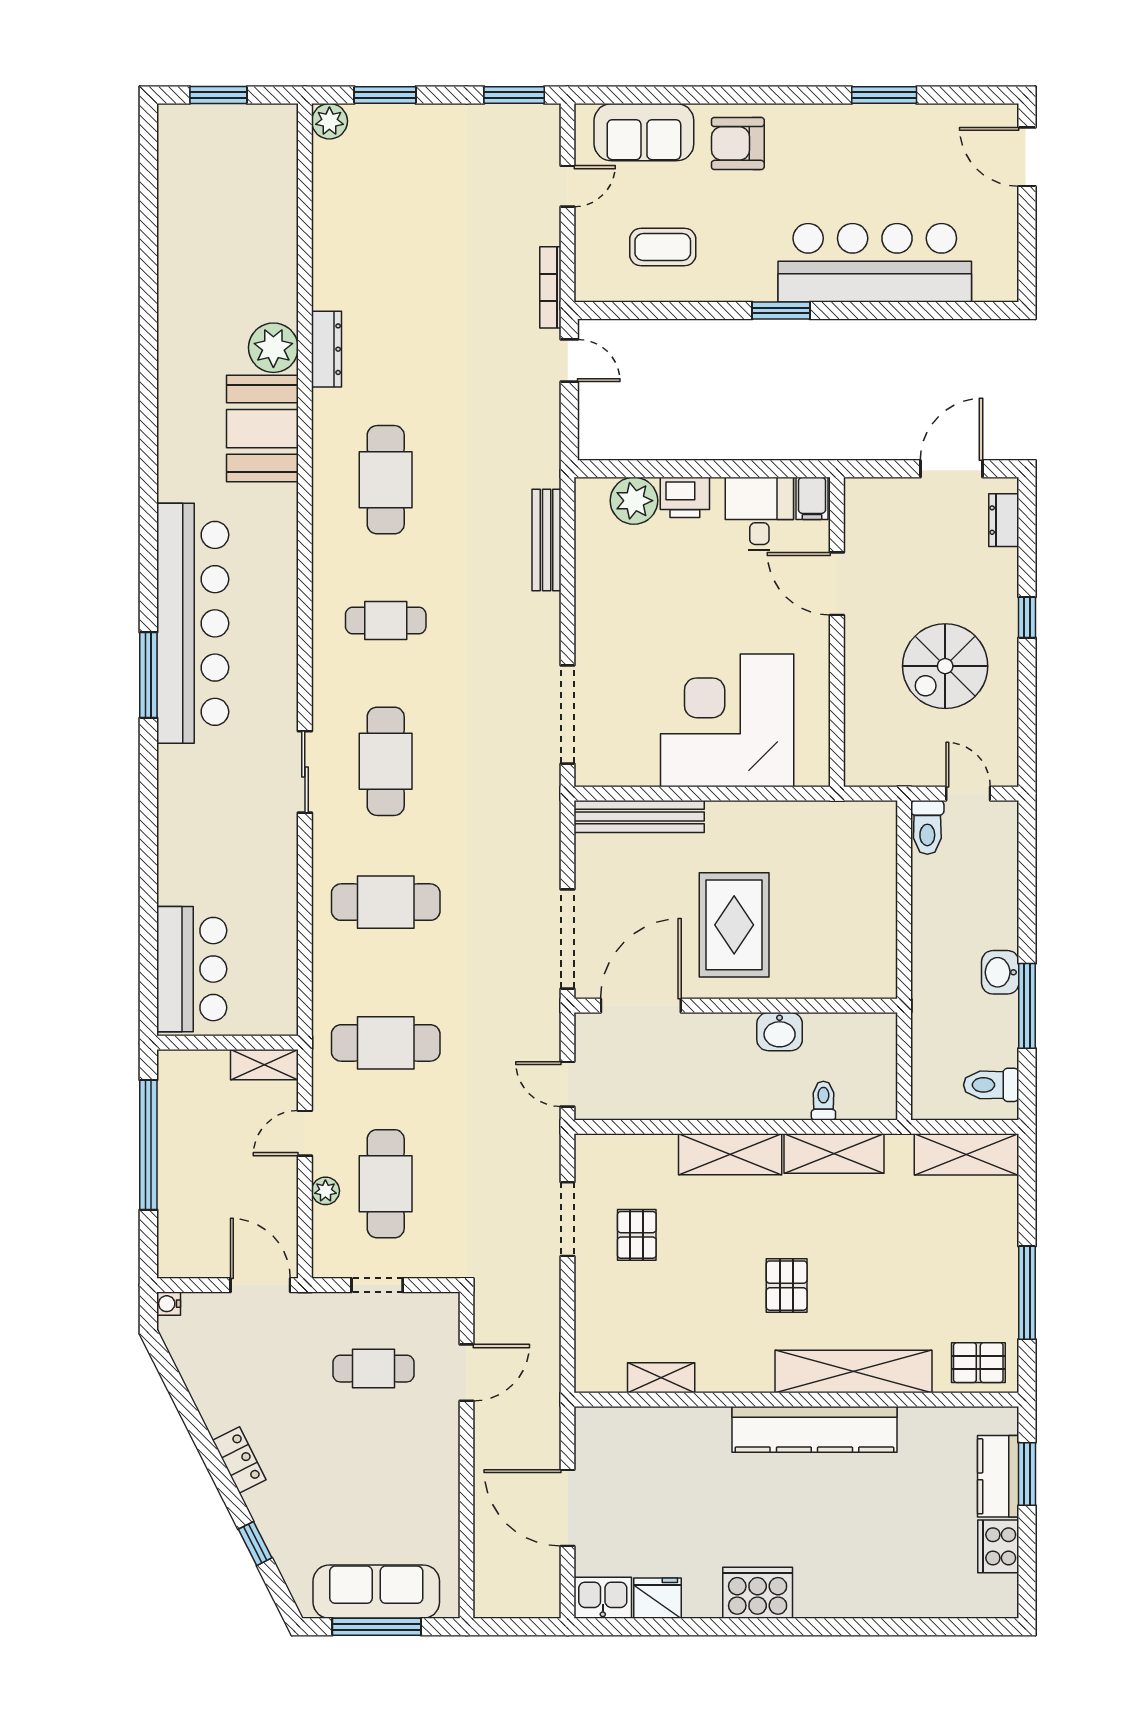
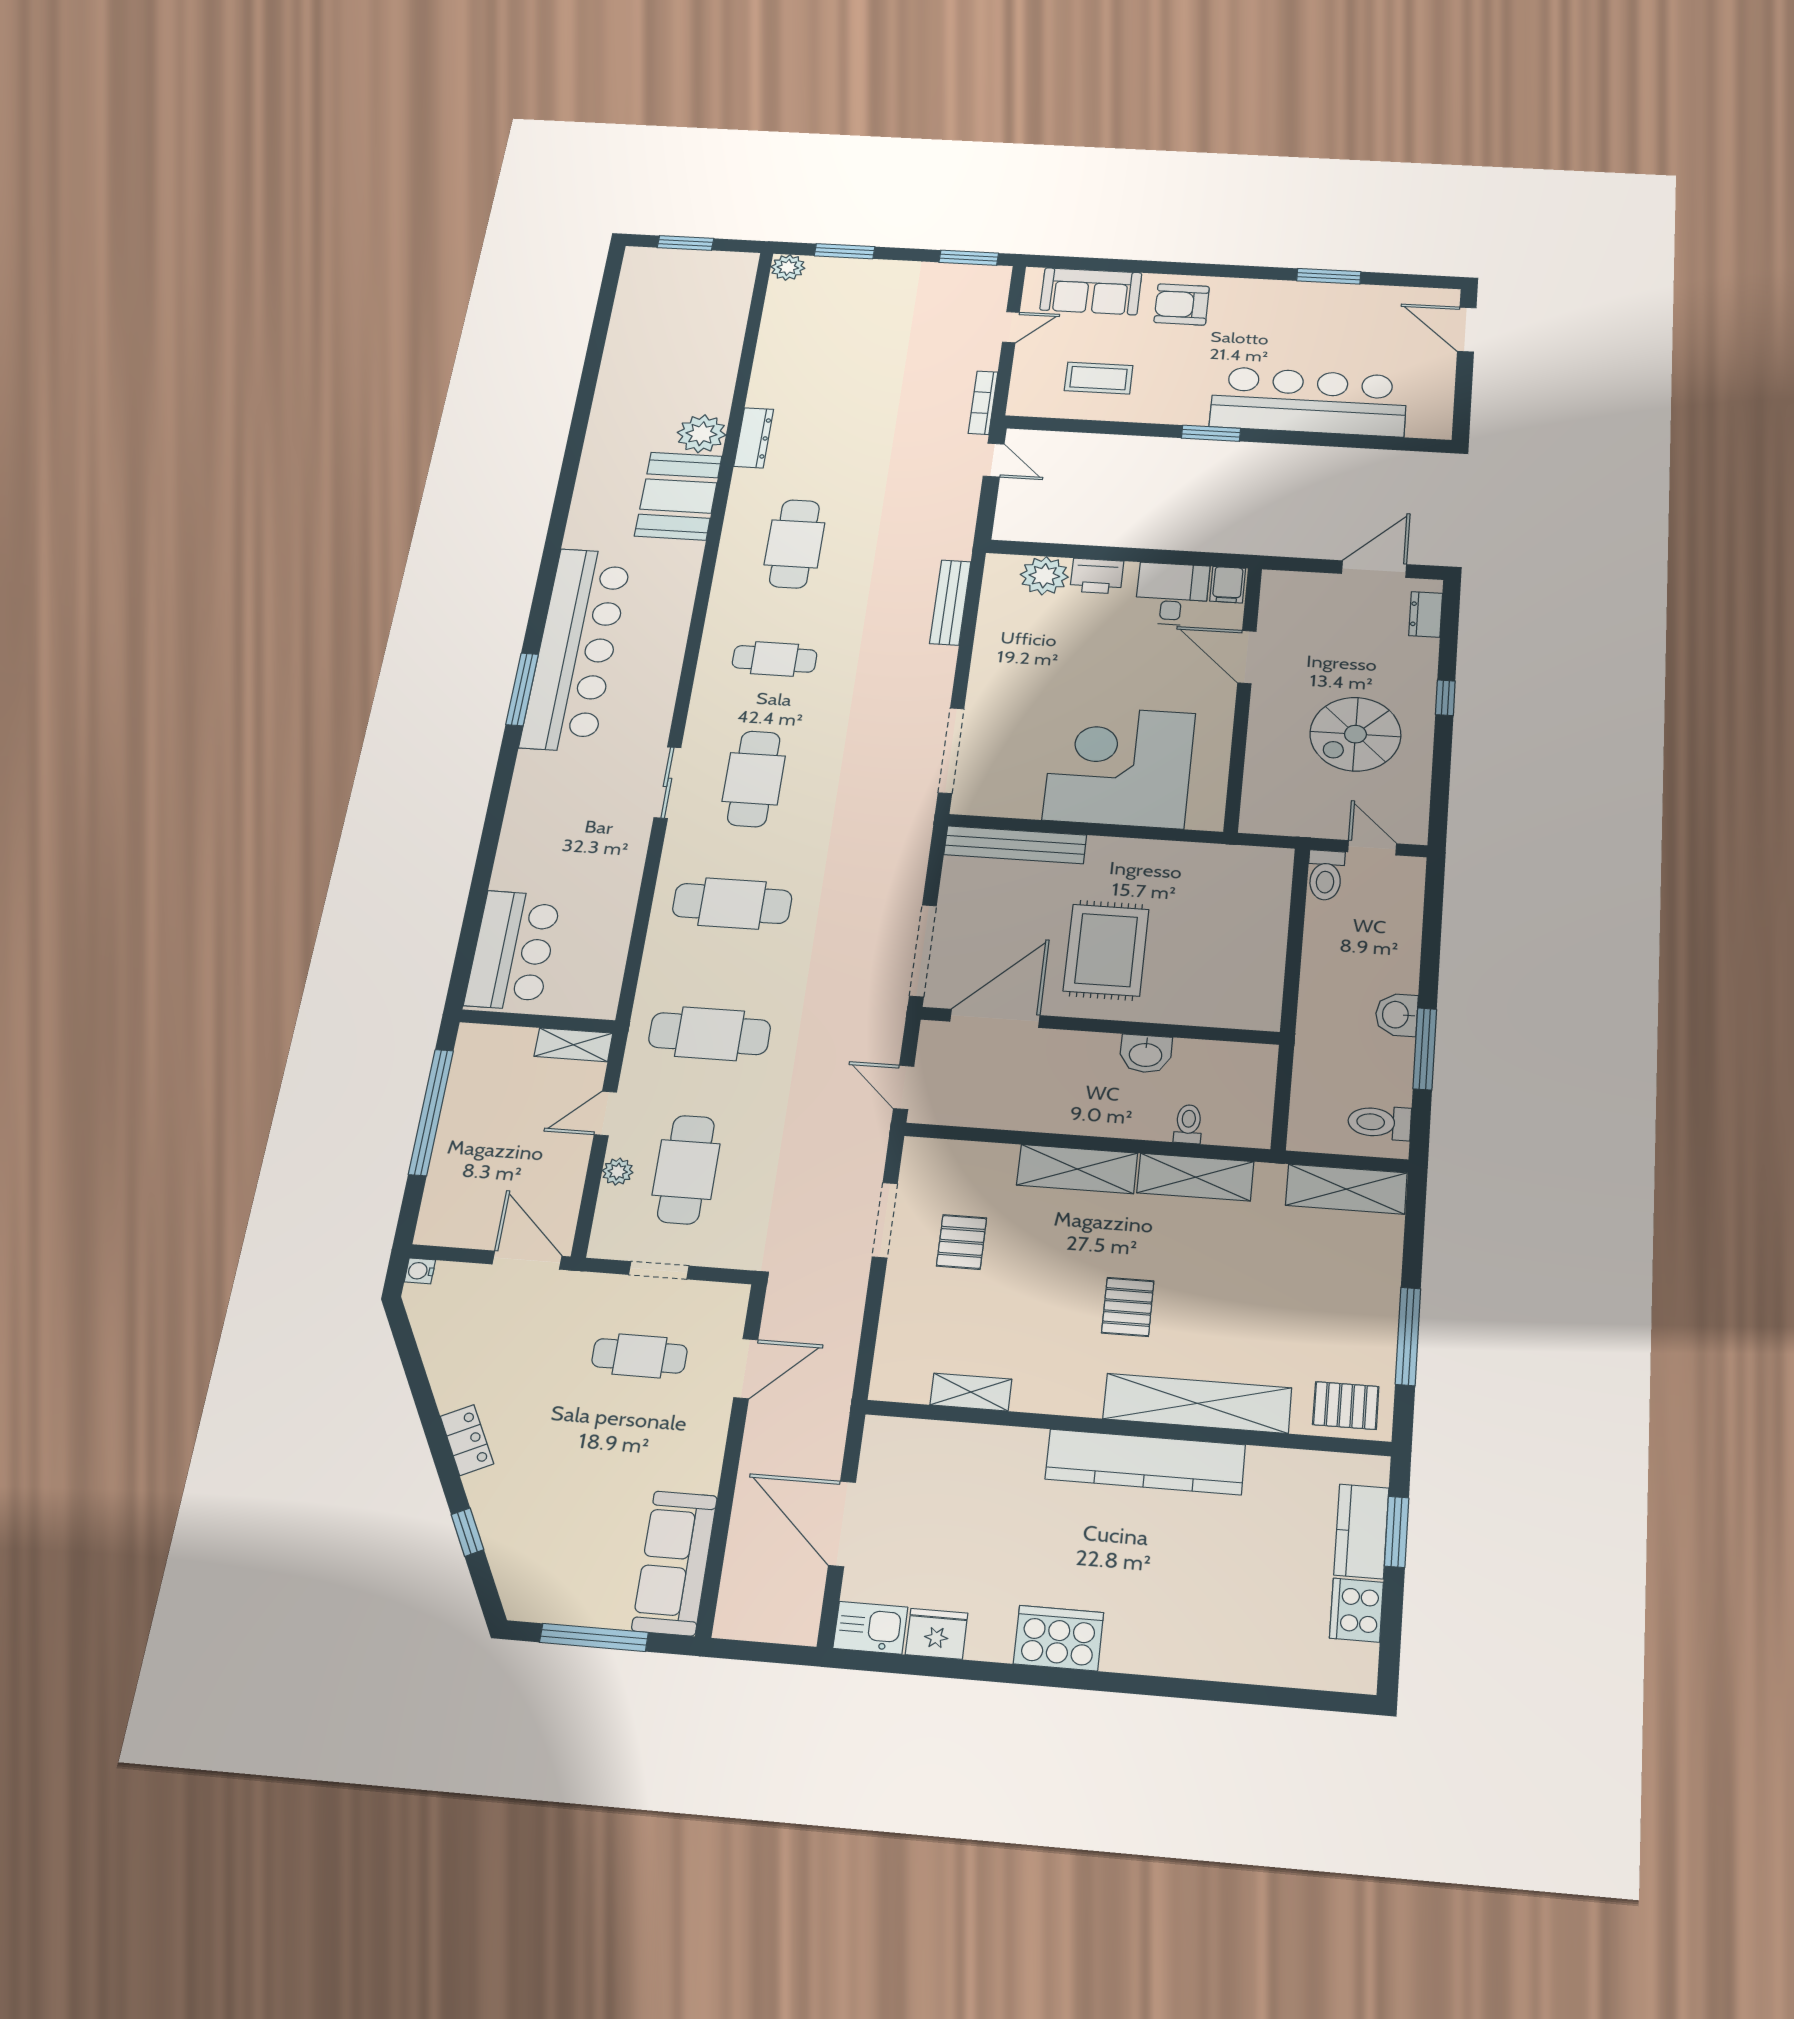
sofa: (376, 1592) -> (675, 1563), moved, turned -90

